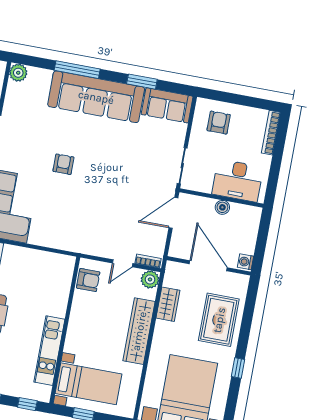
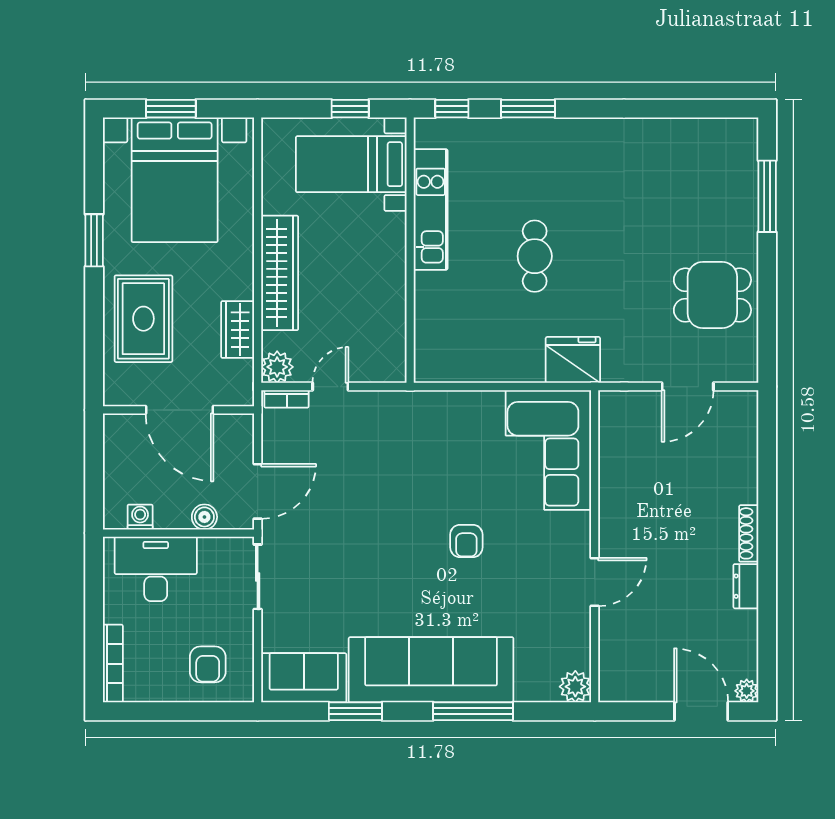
boiler: (222, 207) -> (204, 517), moved
washing machine: (246, 262) -> (140, 517), moved, turned -90
armchair: (88, 280) -> (385, 346), removed
window: (238, 368) -> (94, 240), width x1.50

